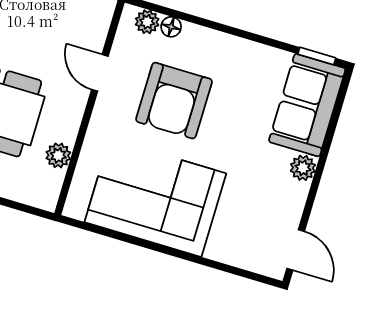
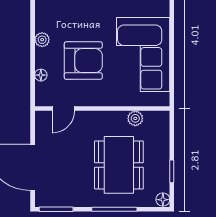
plant: (147, 22) -> (42, 40), moved
door: (100, 73) -> (63, 109), moved

